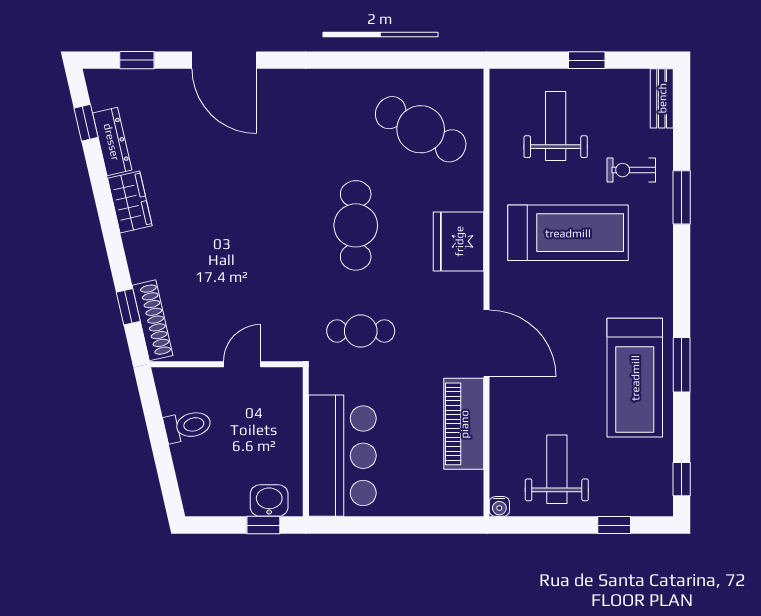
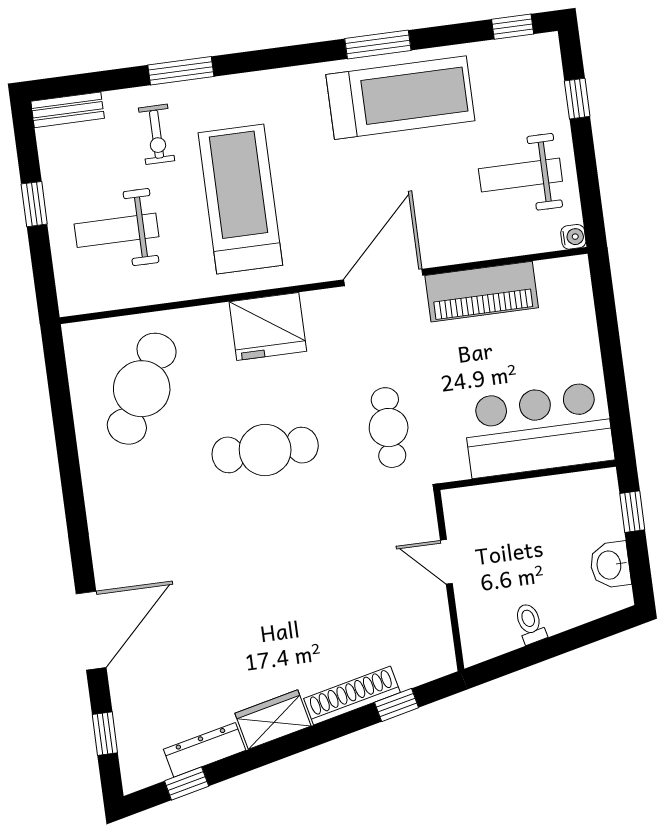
shoe rack: (152, 320) -> (352, 696), moved
toilet: (188, 426) -> (530, 623), width x0.73, depth x0.72
washbasin: (269, 501) -> (610, 565), moved

